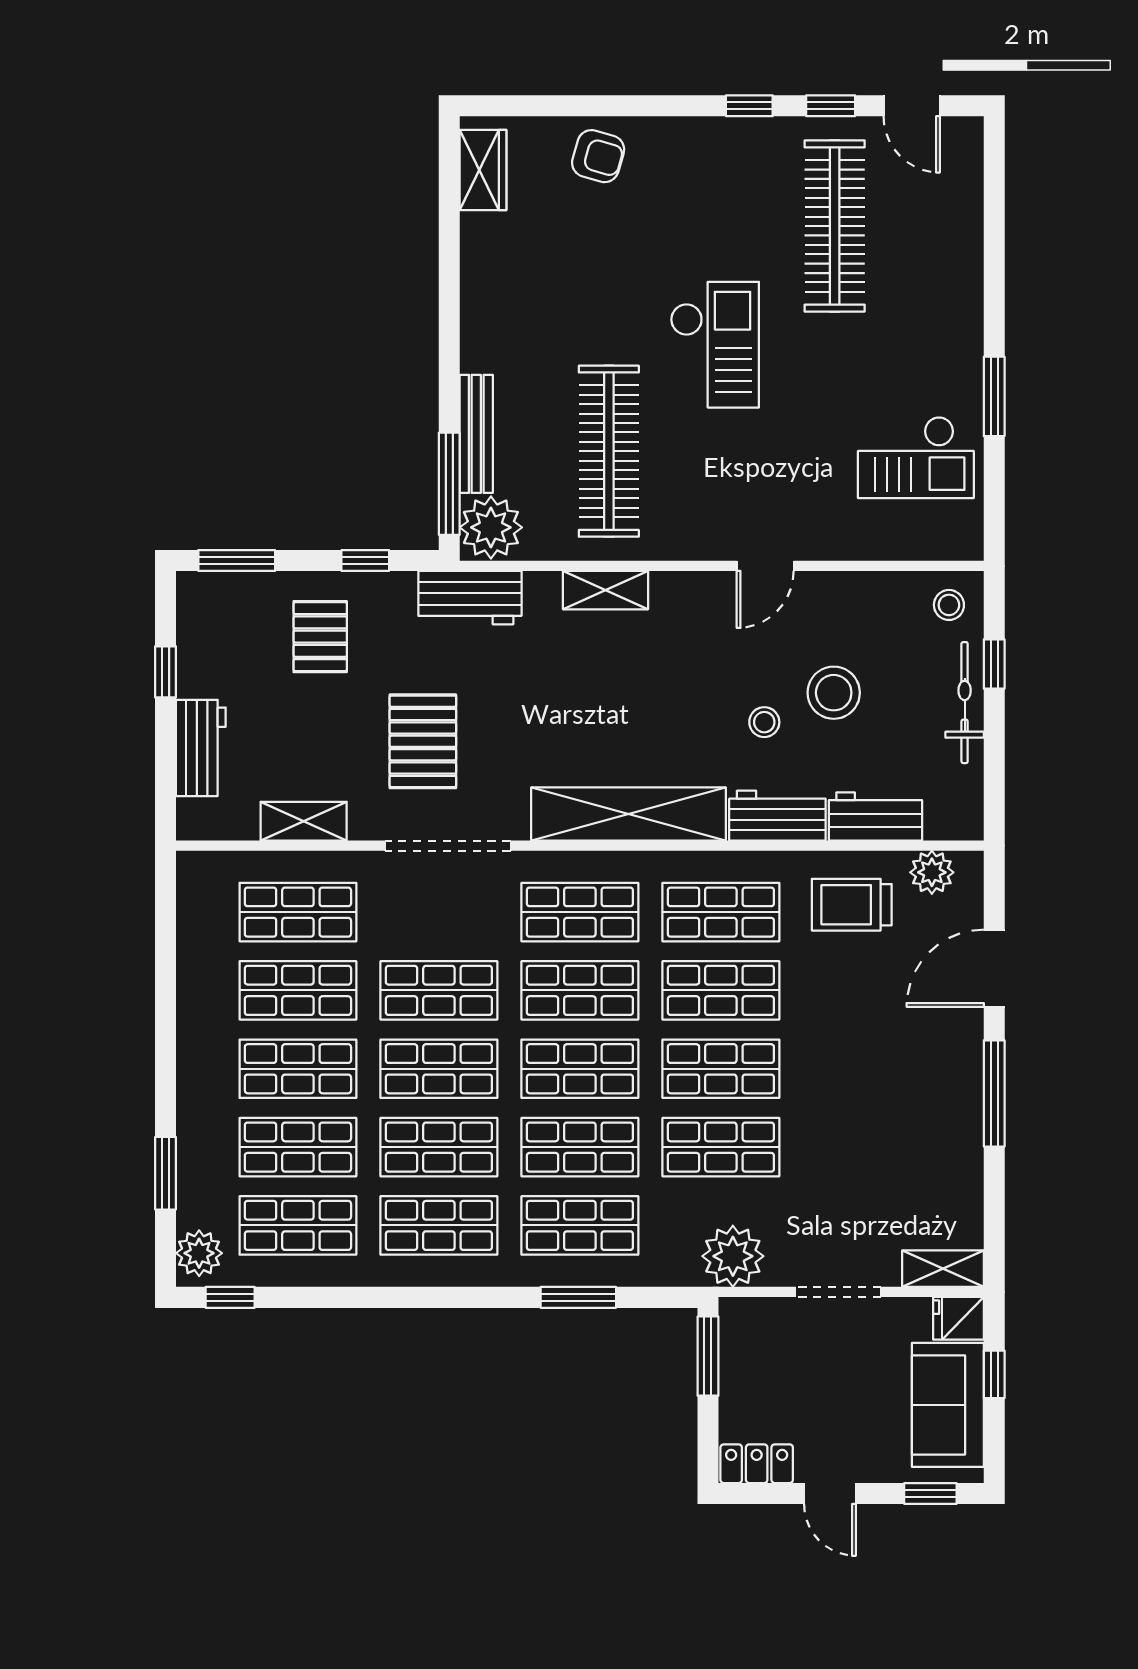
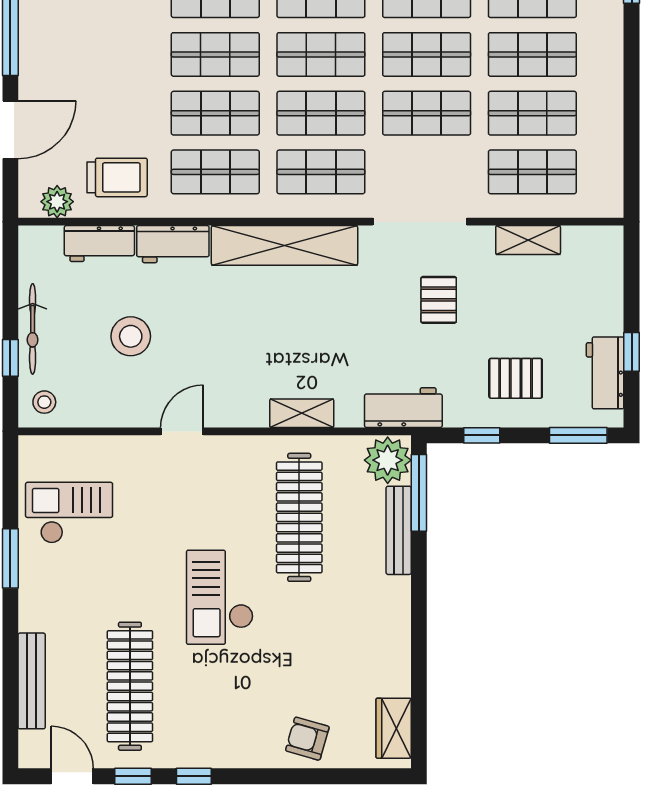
bench: (966, 233) -> (32, 681), added
pallet: (320, 637) -> (516, 378), turned 90
stool: (764, 722) -> (183, 314), removed
pallet: (423, 741) -> (439, 300), width x0.67, depth x0.71
workbench: (201, 748) -> (605, 373), moved

